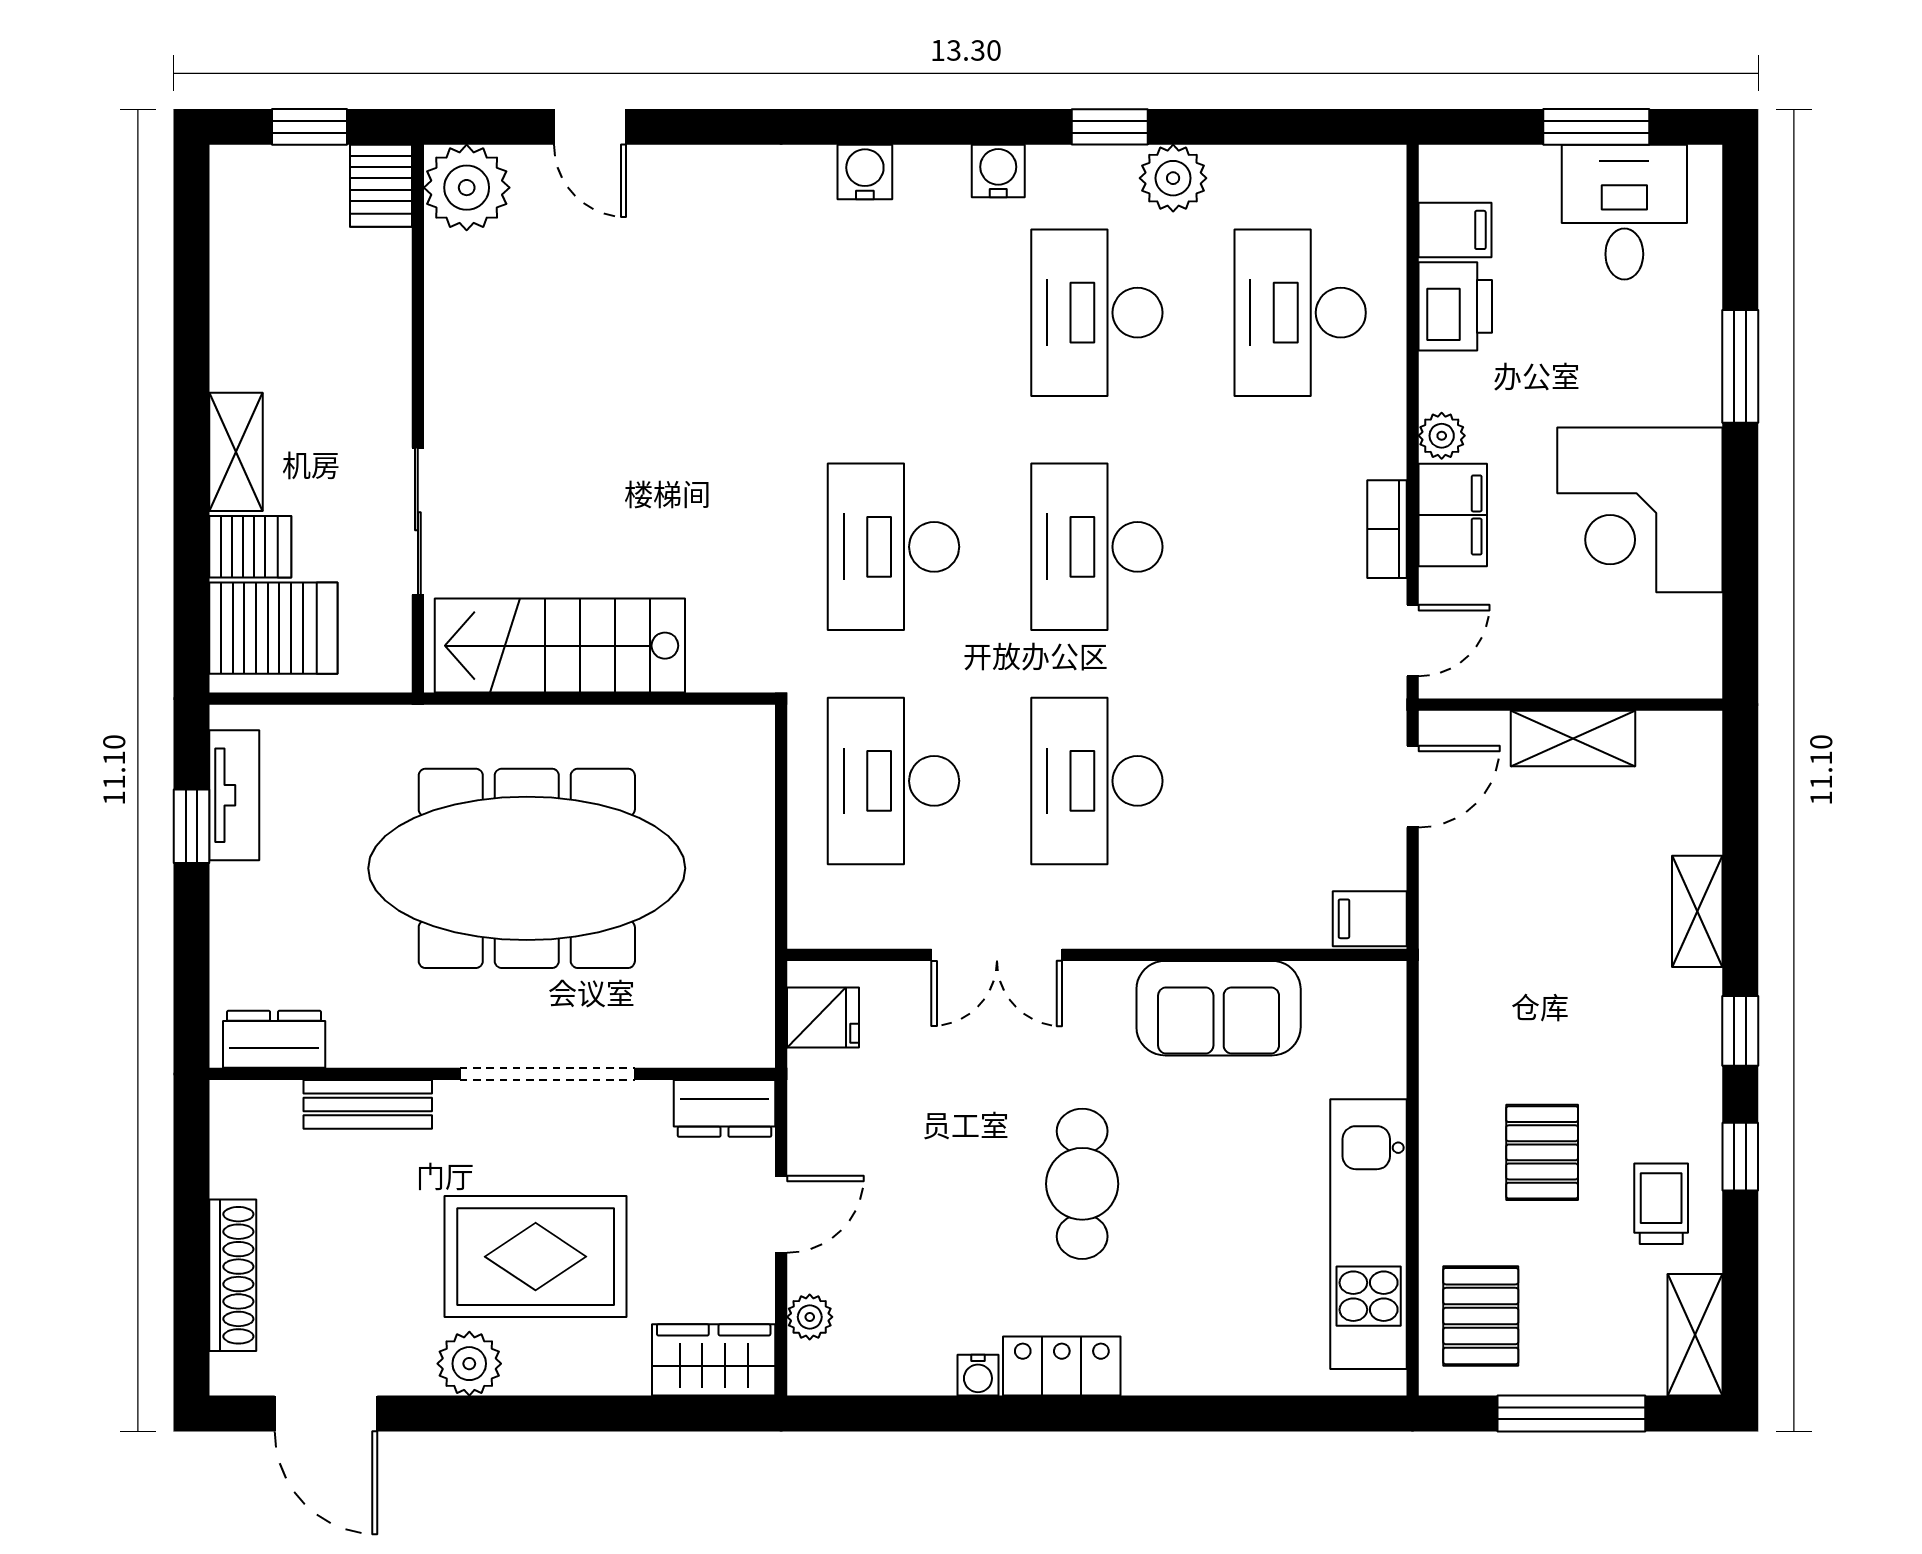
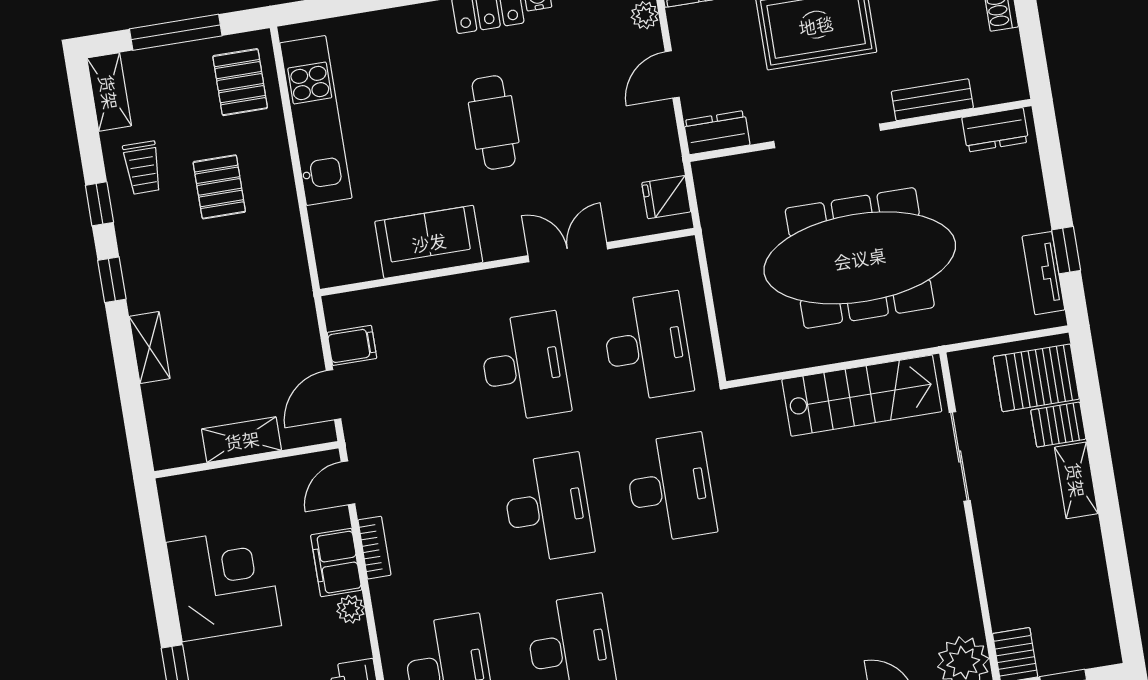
filing cabinet: (1370, 919) -> (352, 345), moved

